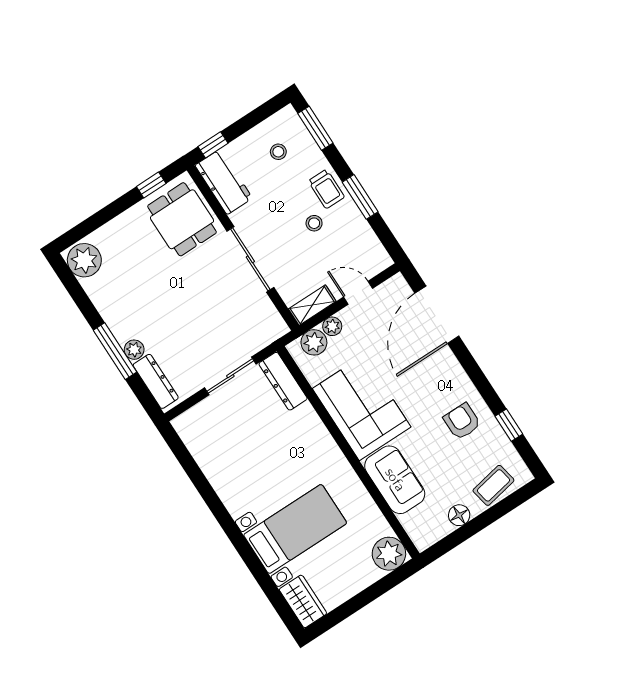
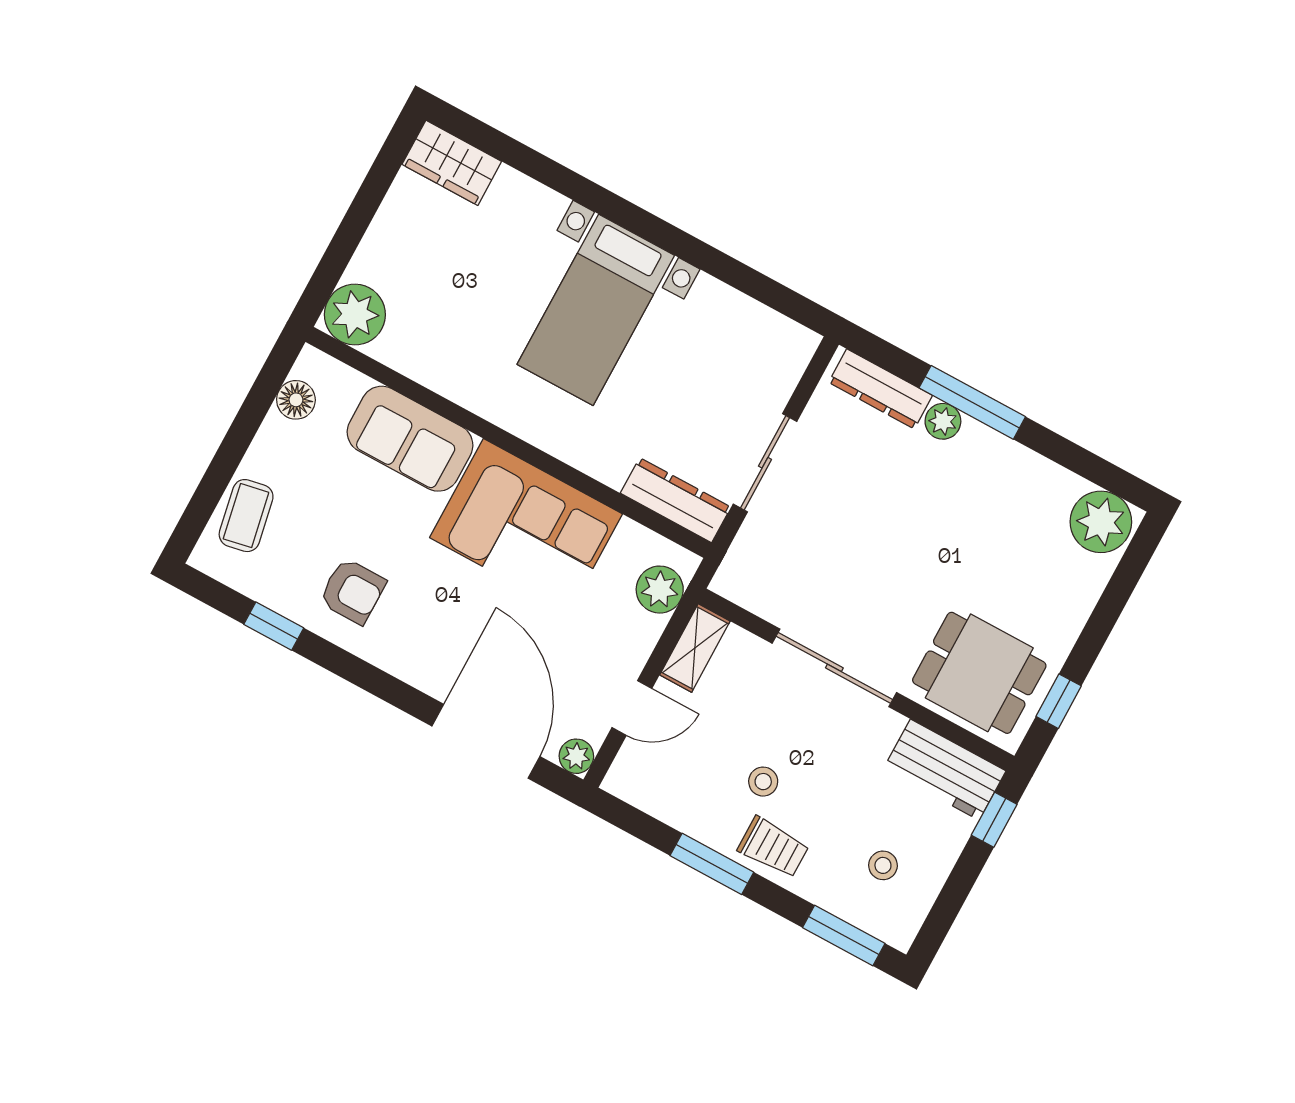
trolley: (326, 189) -> (773, 847), turned 180
plant: (332, 326) -> (576, 756), moved
floor lamp: (459, 515) -> (296, 400), moved
bed with nightstands: (295, 529) -> (596, 310), moved

